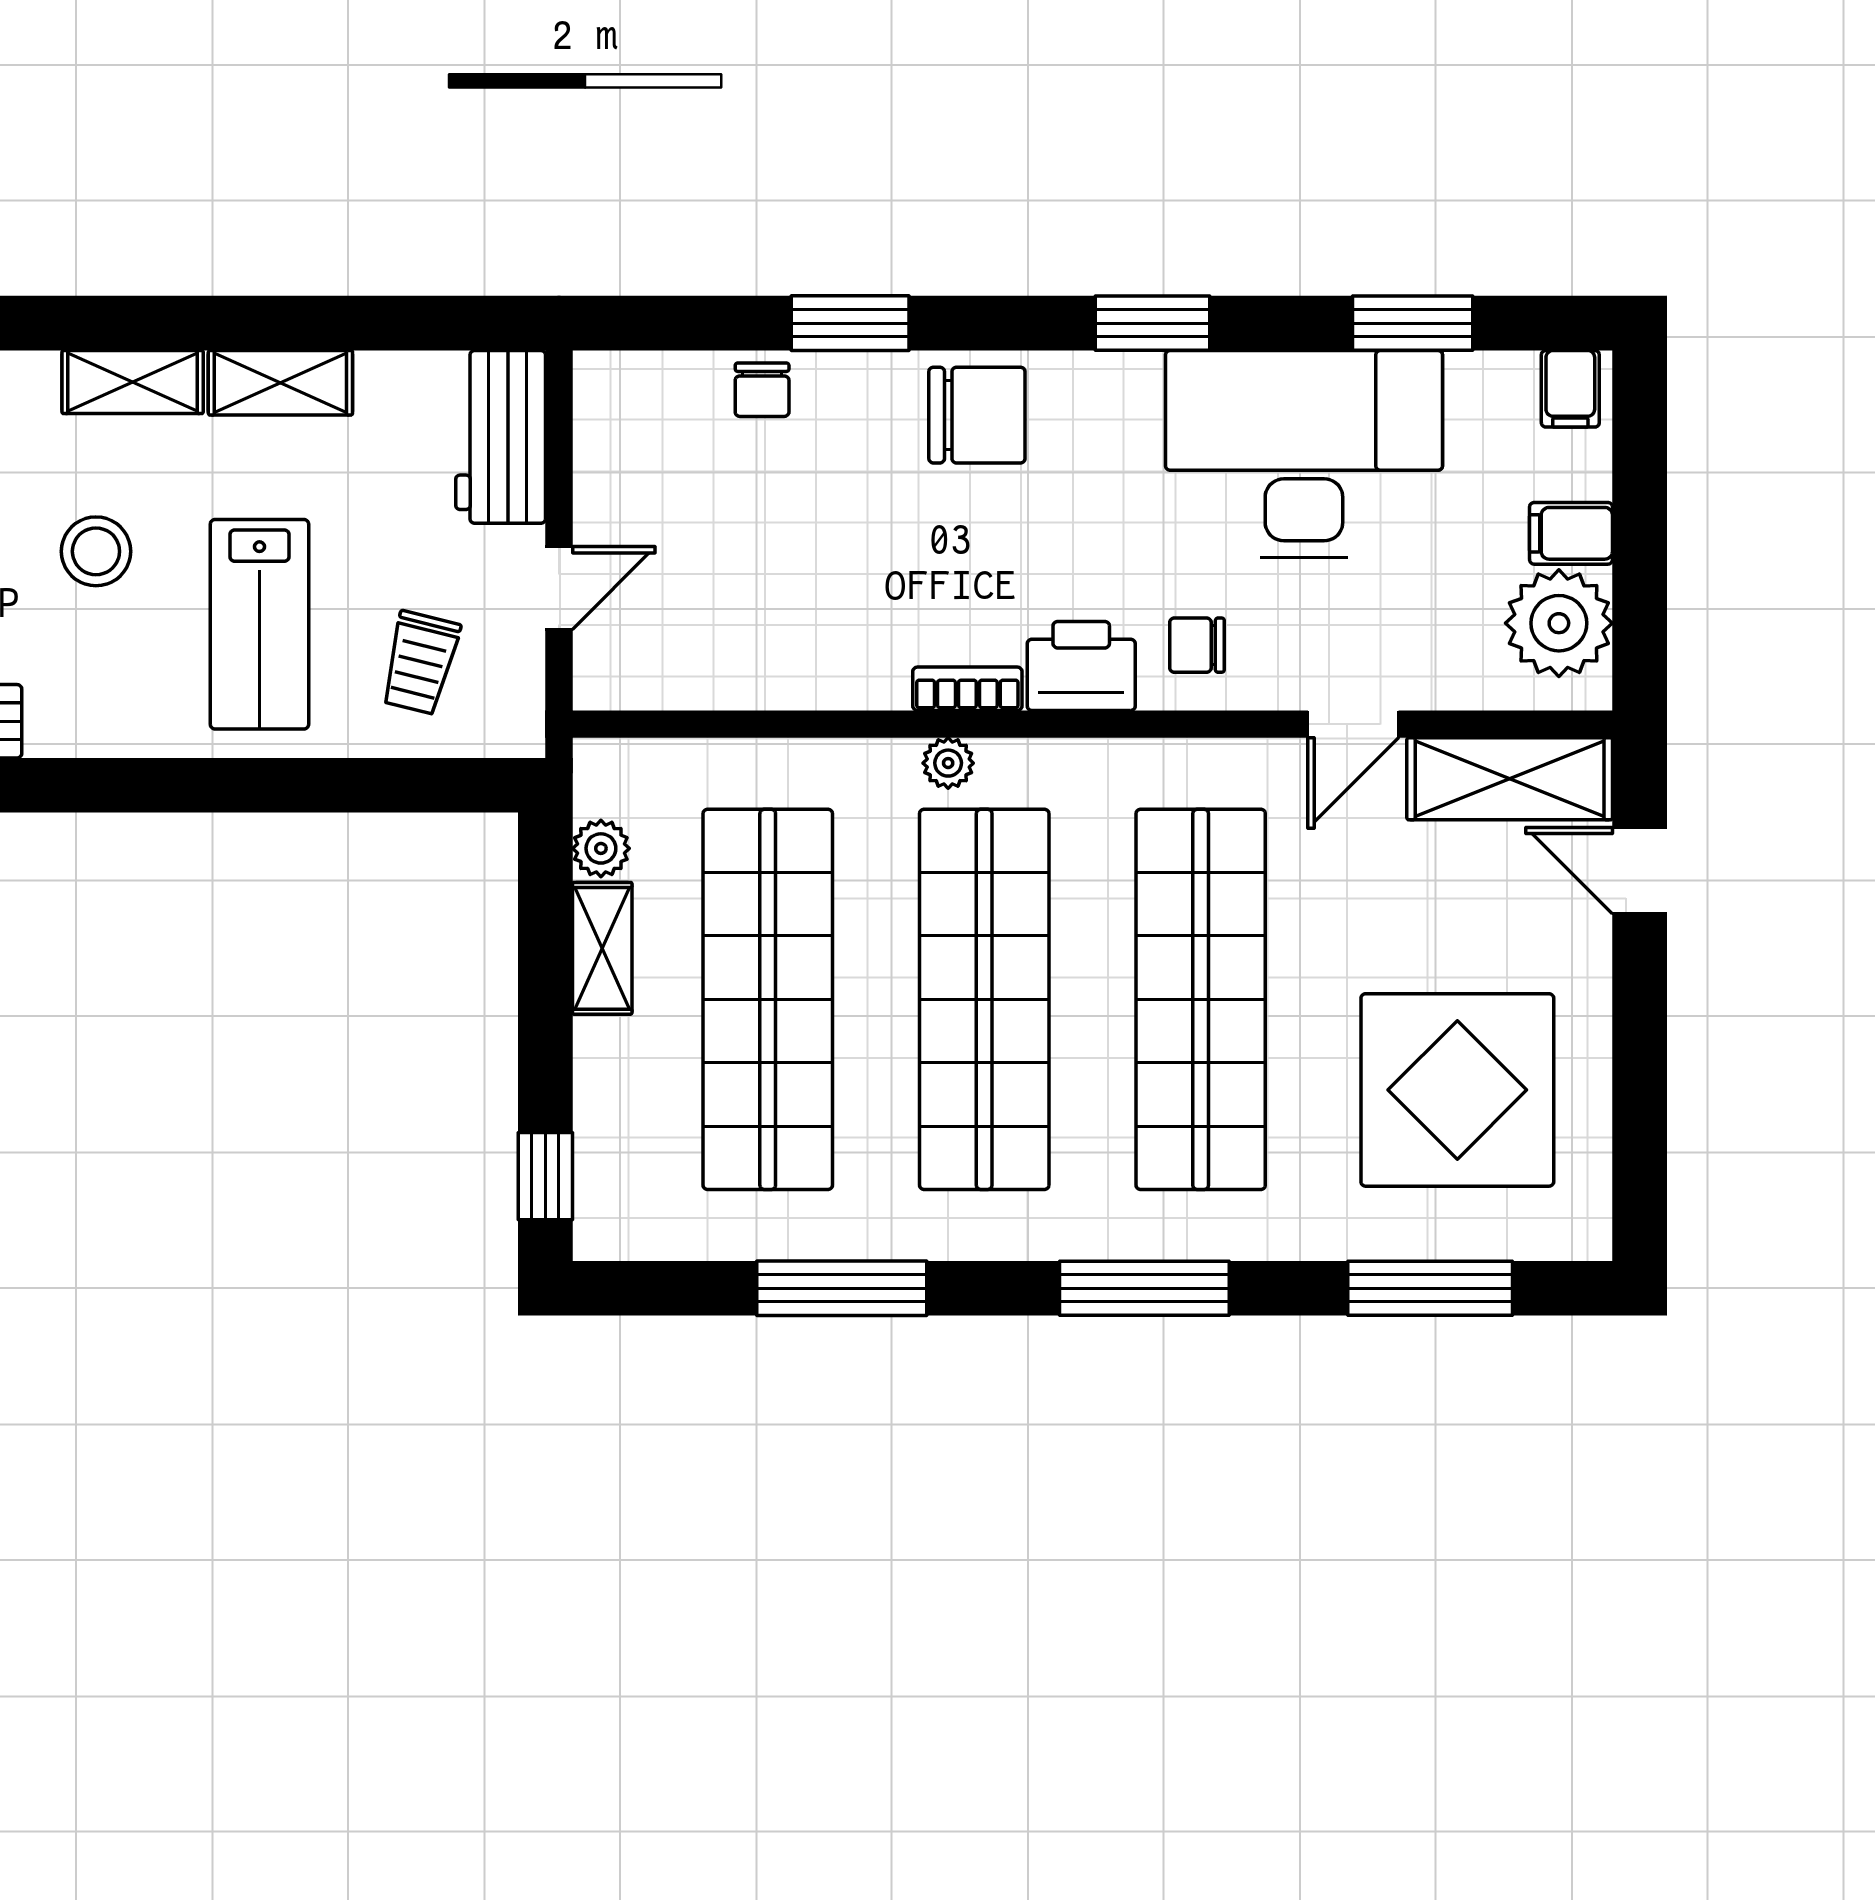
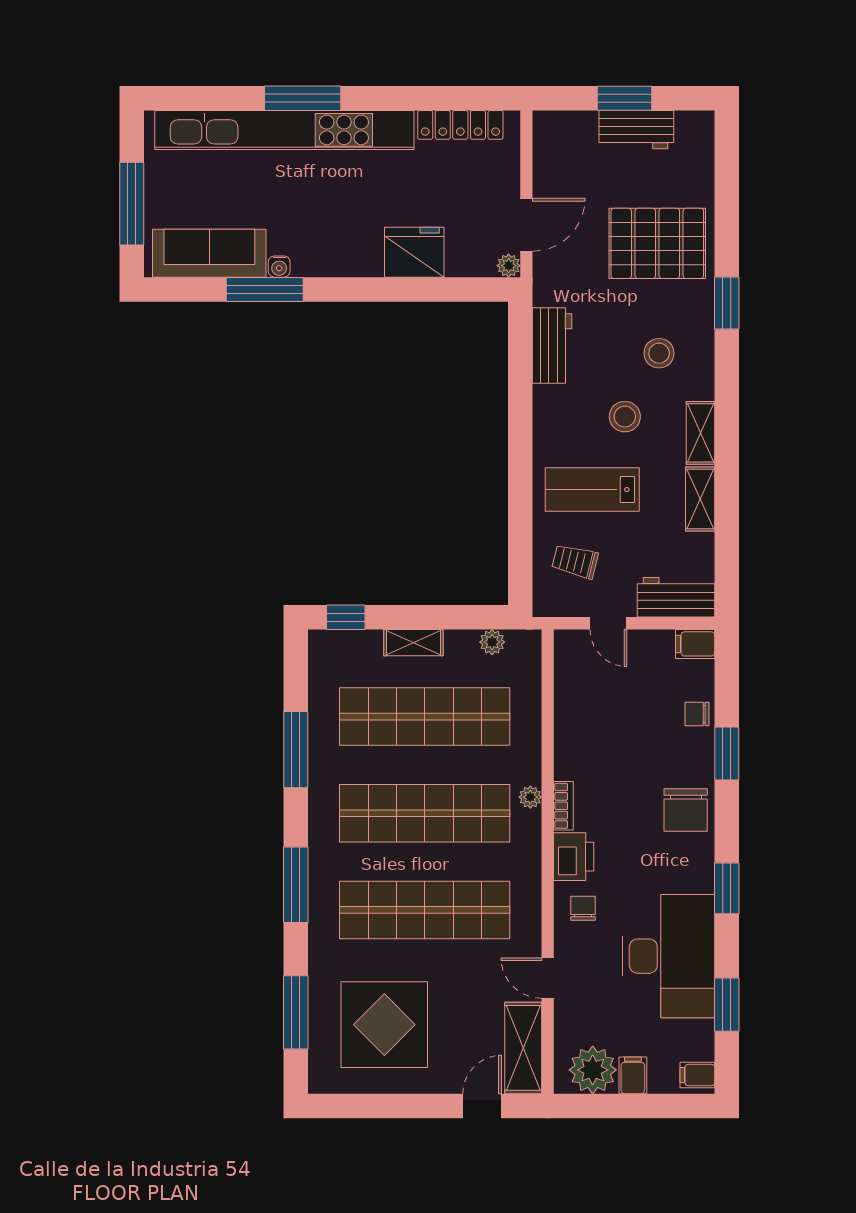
filing cabinet: (605, 394) -> (695, 644), added
shelving: (602, 948) -> (413, 643), moved

